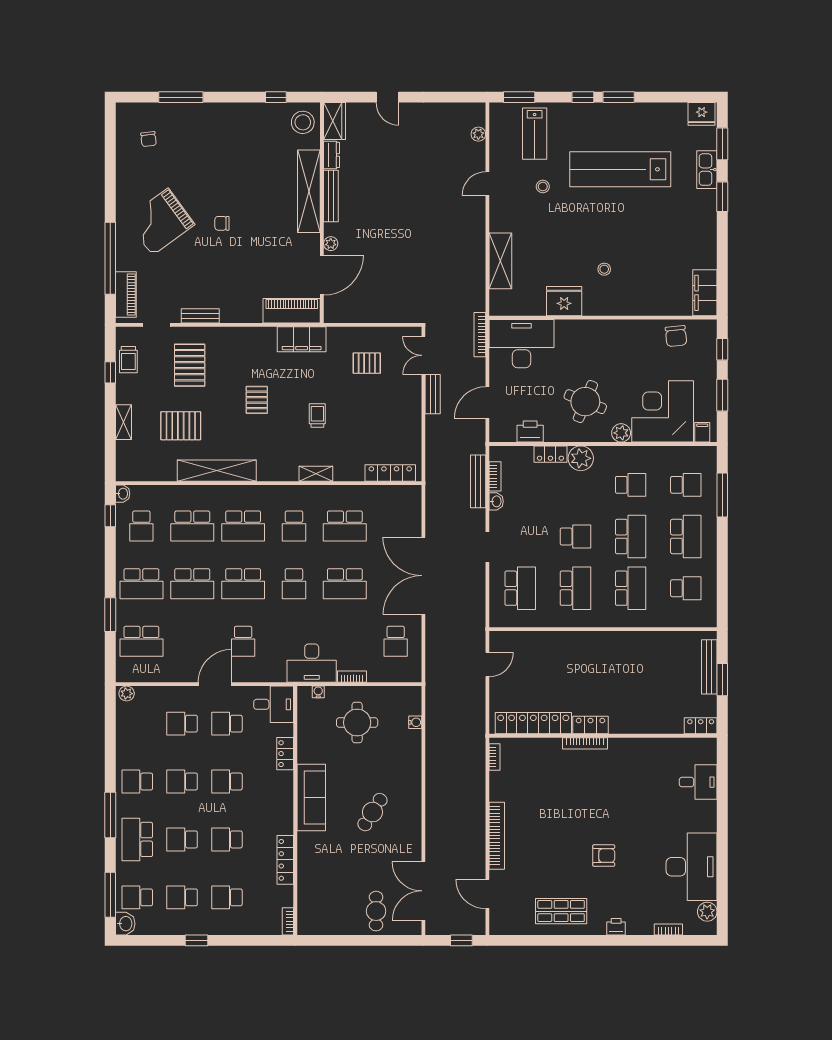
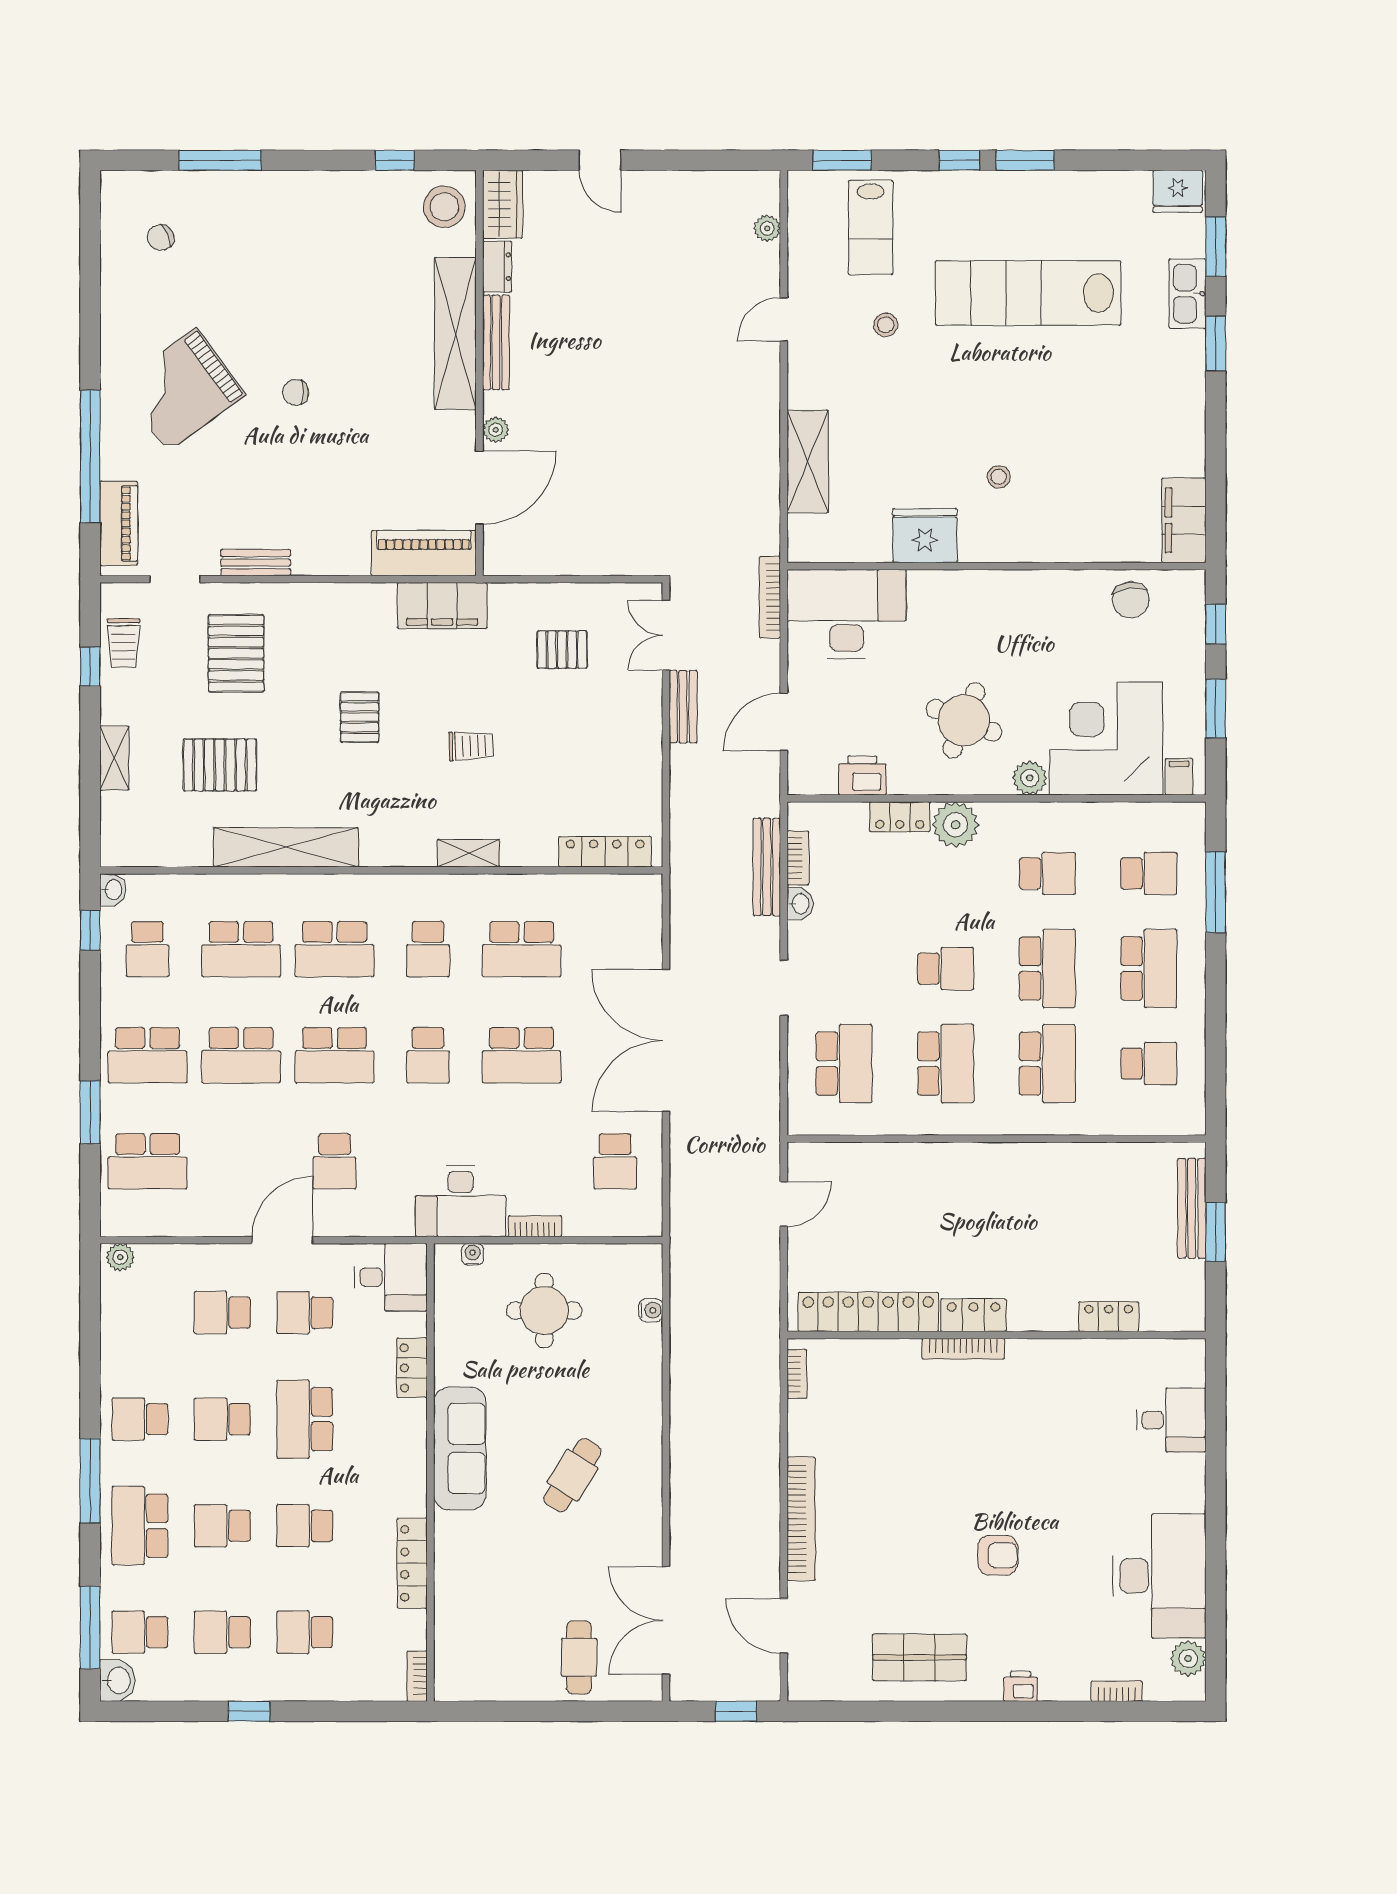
chair: (149, 139) -> (161, 238), turned 72
trolley: (317, 415) -> (471, 746), turned 88
locker: (701, 726) -> (1109, 1317), moved
school desk: (227, 782) -> (305, 1419), width x1.85

